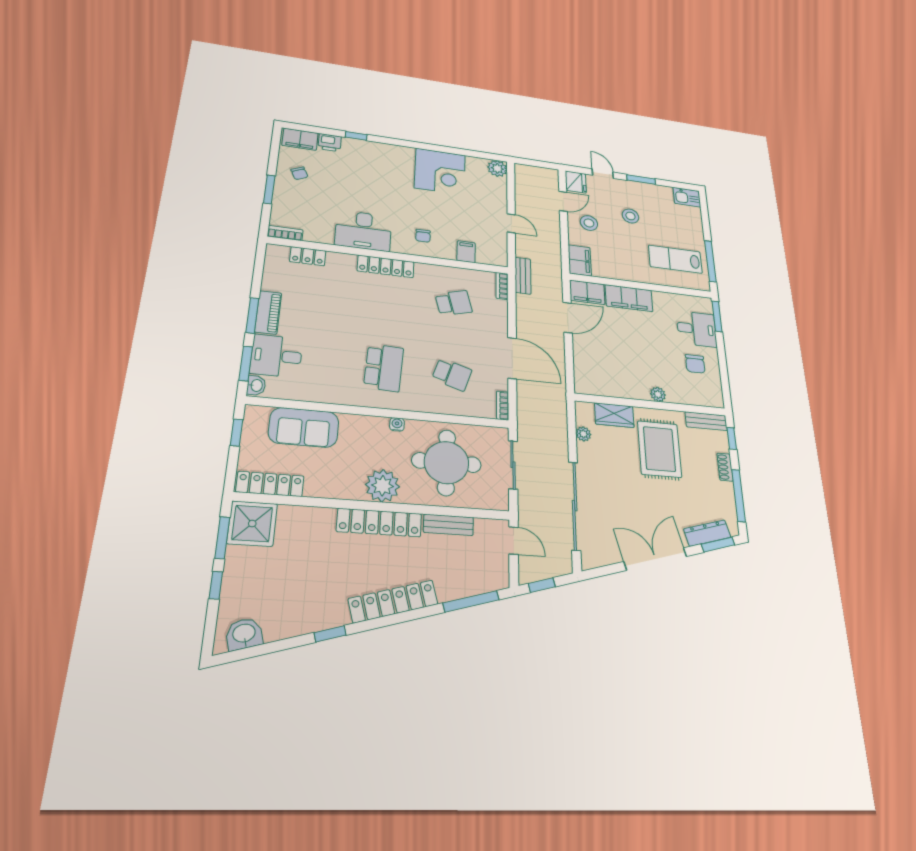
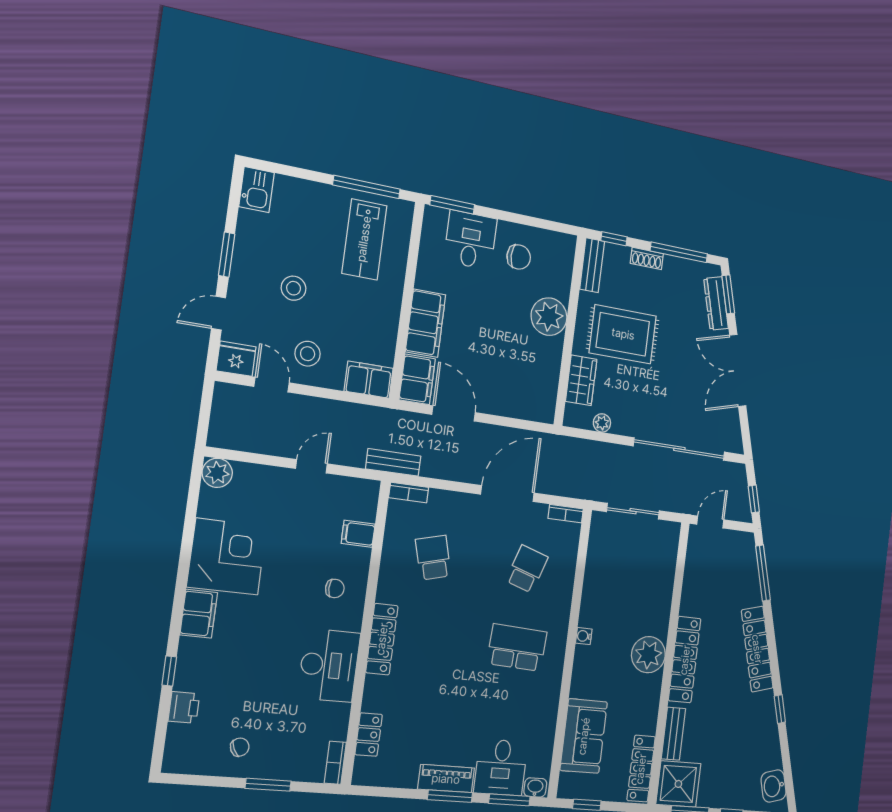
filing cabinet: (300, 139) -> (199, 614), moved
plant: (658, 394) -> (549, 317), width x1.87, depth x1.87
round table: (447, 463) -> (627, 585), removed
bench: (449, 525) -> (673, 734), moved

